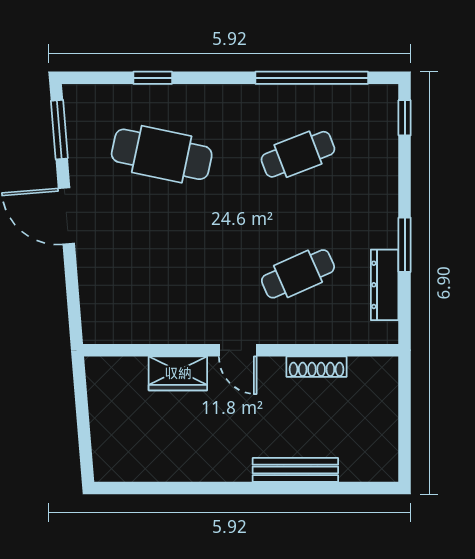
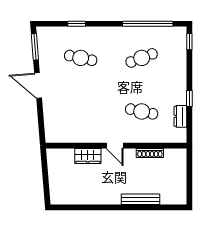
cafe table: (162, 154) -> (81, 58), width x0.73, depth x0.74
window: (405, 245) -> (189, 98), width x0.67
cafe table: (298, 274) -> (142, 111), turned 36
dresser: (385, 285) -> (180, 116), width x0.70

